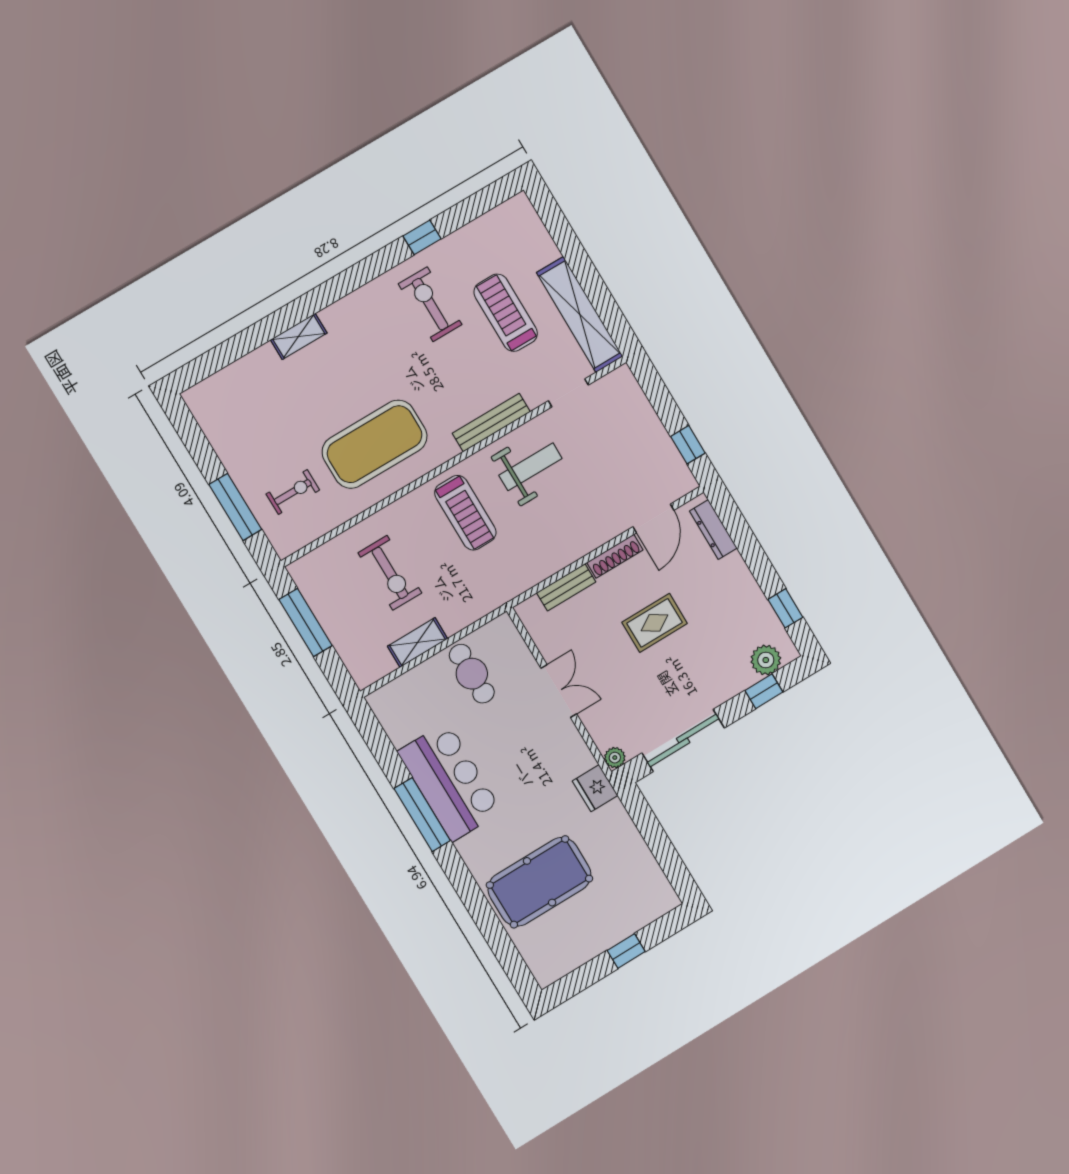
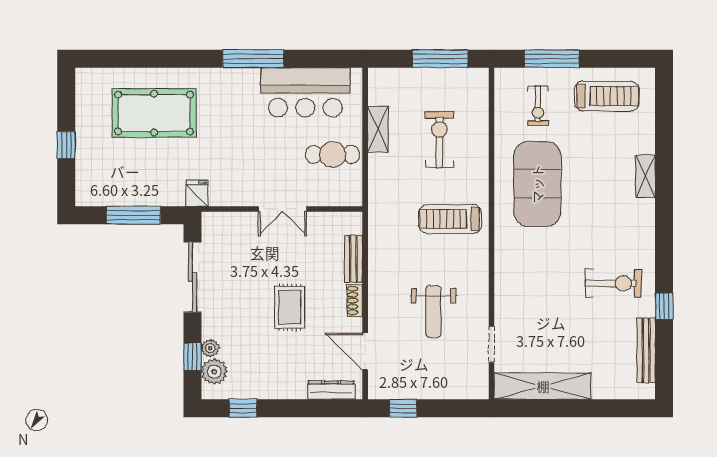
treadmill: (506, 313) -> (607, 96), moved
bench: (491, 422) -> (646, 350), moved
weight bench: (531, 467) -> (433, 312), moved
shoe rack: (615, 556) -> (355, 301), width x0.70
exercise bike: (390, 573) -> (439, 140), turned 90
plant: (615, 758) -> (210, 348), moved
bar counter: (450, 782) -> (305, 92), moved
fridge: (595, 788) -> (197, 193), width x0.72
window: (657, 839) -> (133, 215), added
pool table: (540, 882) -> (154, 113), turned 90

